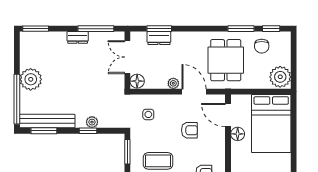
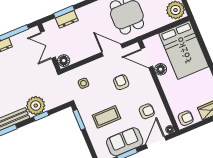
plant: (173, 83) -> (93, 50), removed
plant: (92, 122) -> (36, 106), width x1.87, depth x1.87
armchair: (189, 130) -> (121, 82), turned -90

